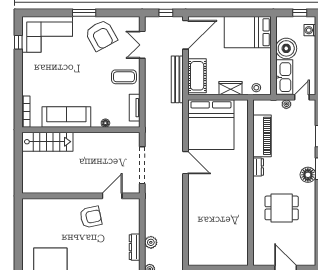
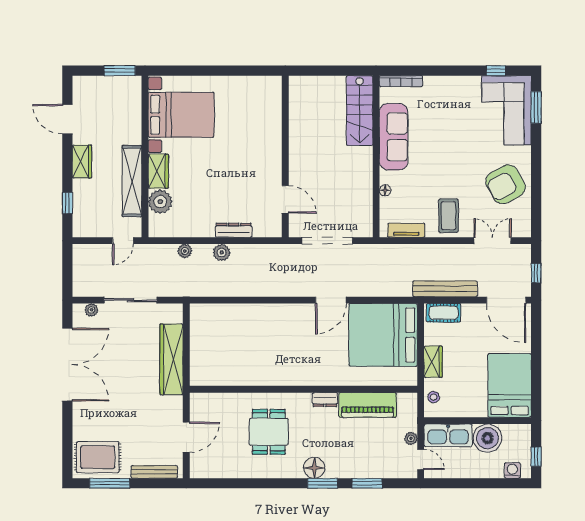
window: (84, 13) -> (536, 107), moved
cot: (197, 76) -> (444, 313), width x0.73, depth x0.75
armchair: (91, 217) -> (256, 170), removed
dresser: (135, 247) -> (234, 230), moved

